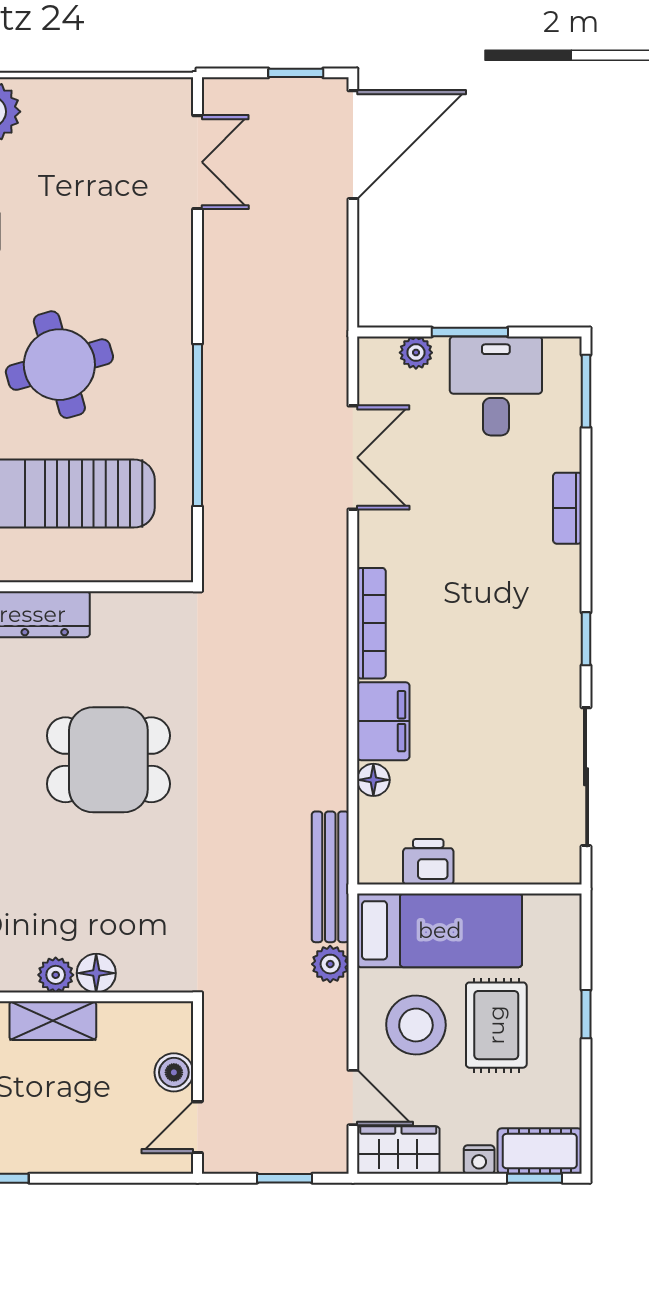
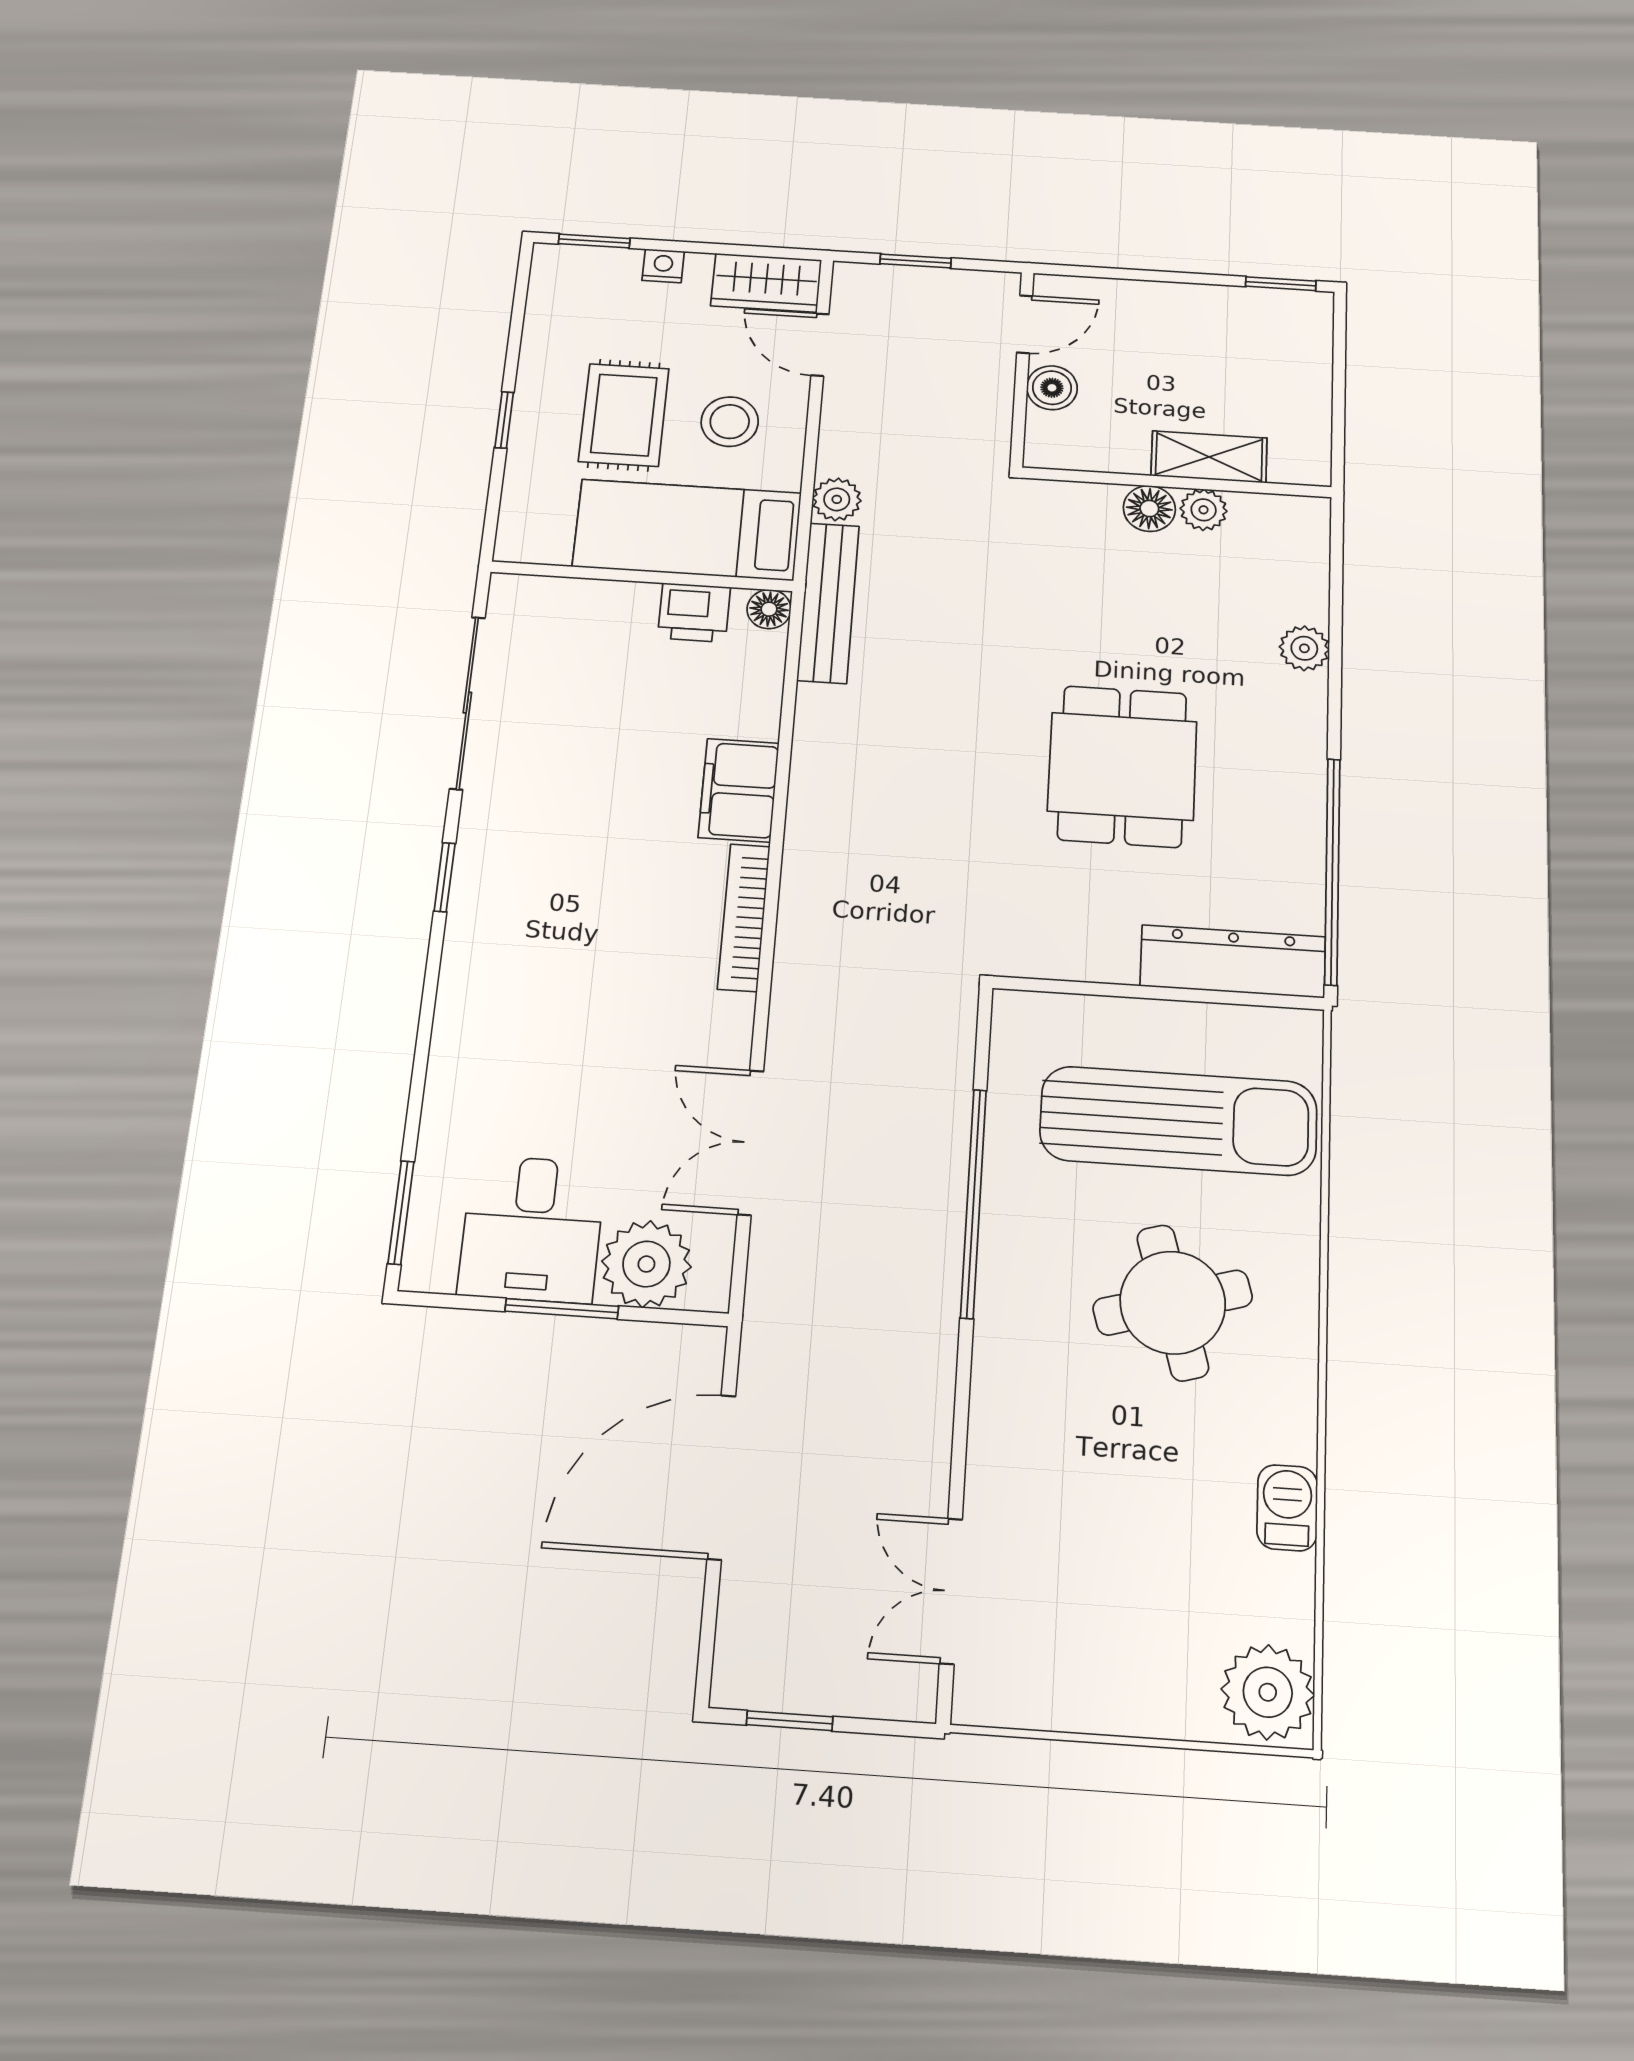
door: (353, 145) -> (721, 1477), moved
plant: (416, 353) -> (646, 1264), width x1.88, depth x1.88
bookcase: (567, 508) -> (449, 1052), removed
dining table: (108, 760) -> (1122, 766), turned 90
floor lamp: (373, 780) -> (769, 609), moved
stool: (416, 1025) -> (730, 422), width x0.73, depth x0.73
cot: (540, 1151) -> (584, 270), removed

